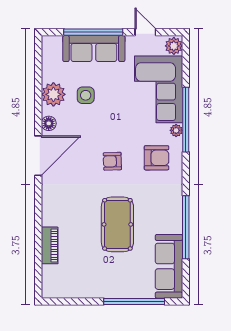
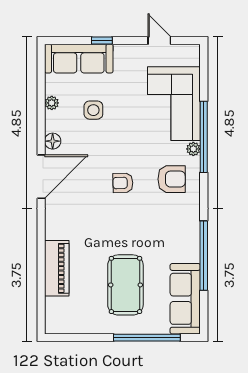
window: (93, 32) -> (102, 40), width x0.32
plant: (174, 46) -> (191, 56), removed
sofa: (94, 49) -> (79, 59), moved
plant: (53, 94) -> (52, 103), width x0.53, depth x0.53
pool table: (117, 224) -> (125, 285), moved
piano: (50, 245) -> (57, 268), width x1.37, depth x1.33

